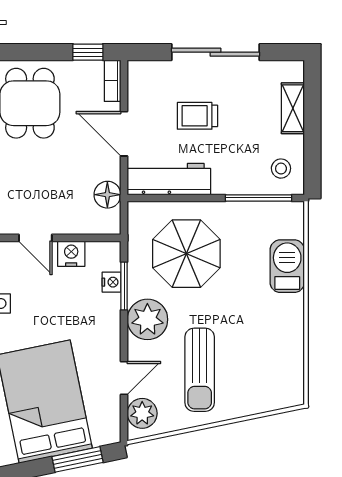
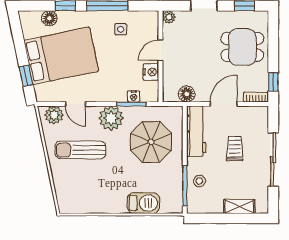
stool: (281, 169) -> (199, 181), moved
window: (78, 459) -> (26, 76), width x0.67

